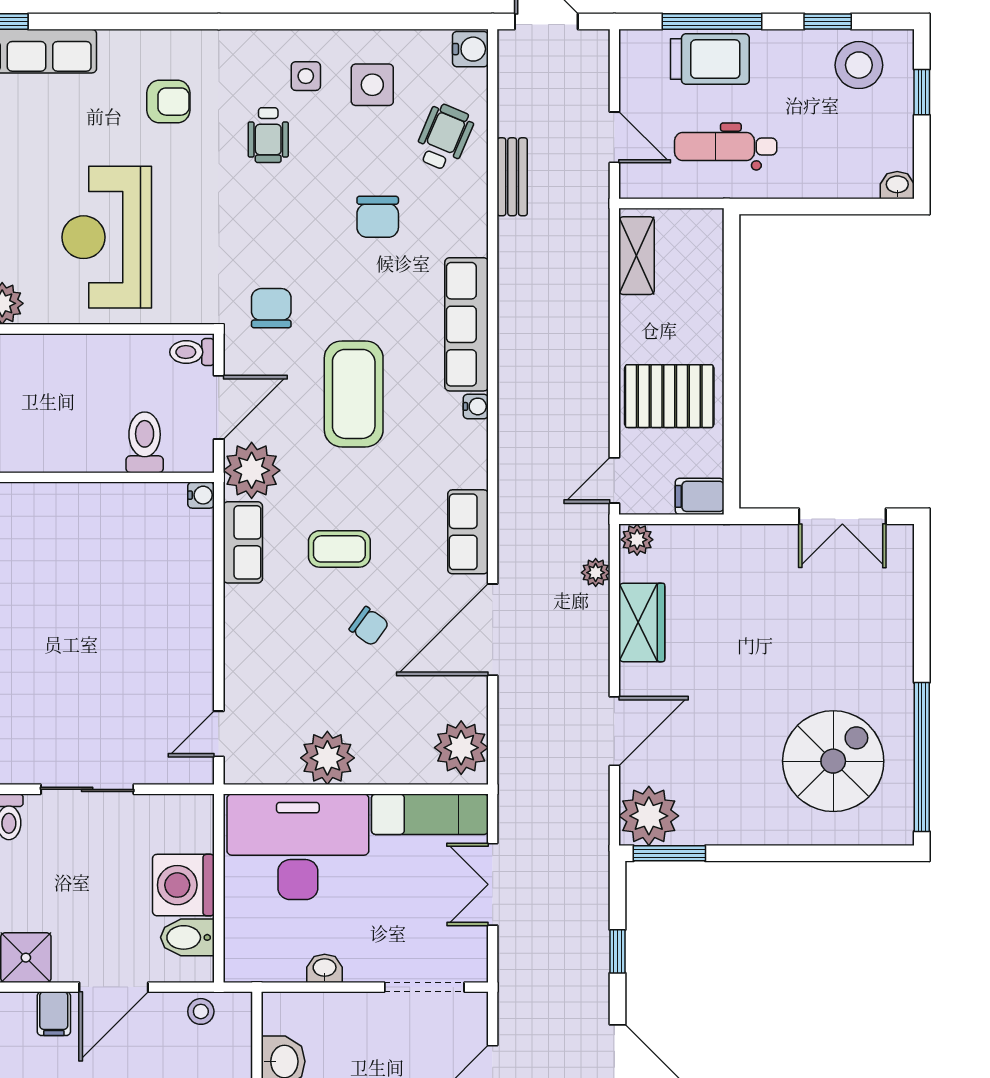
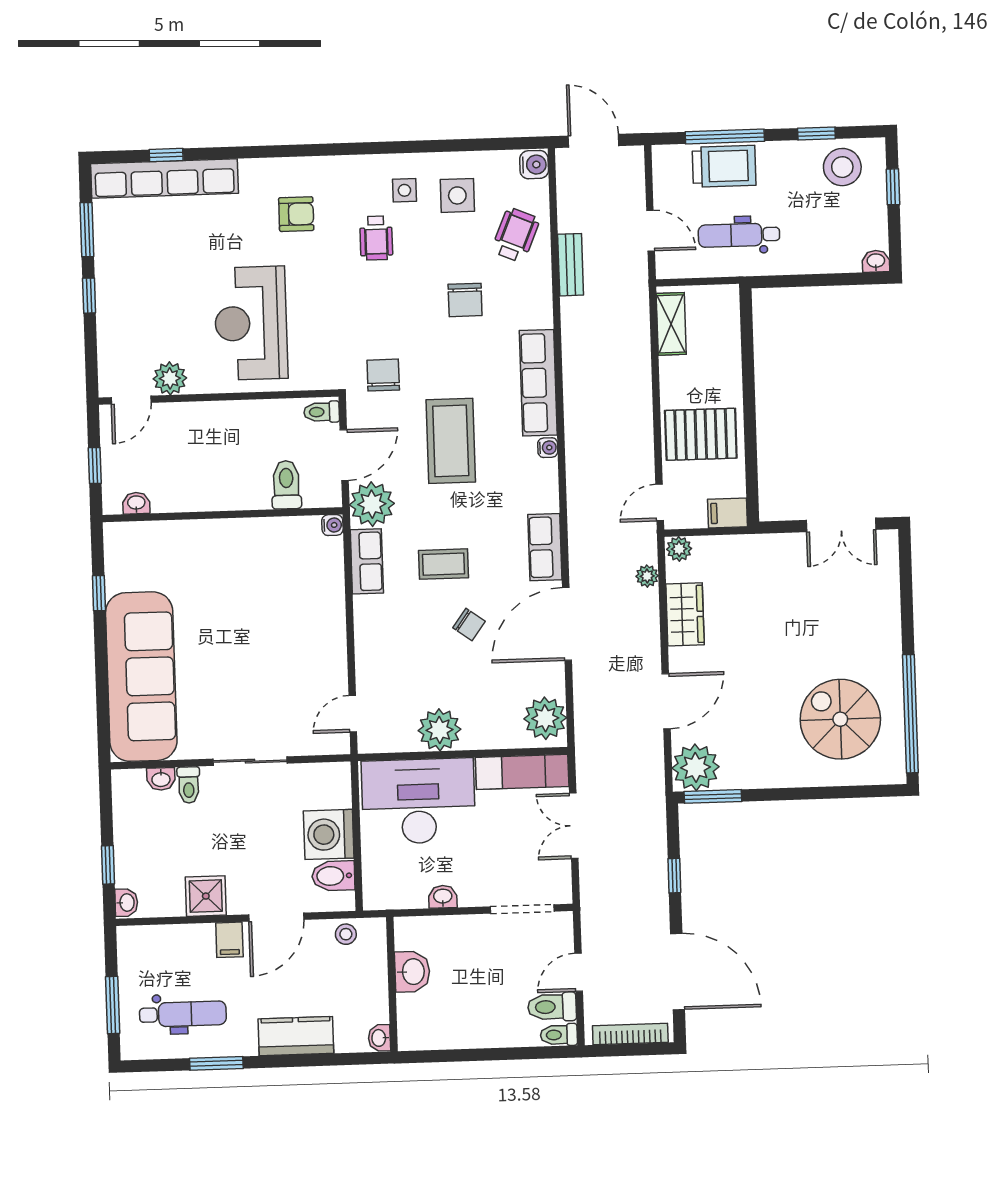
spiral stairs: (833, 761) -> (840, 719), turned -90

